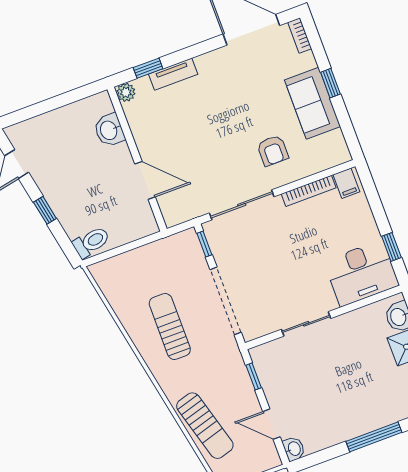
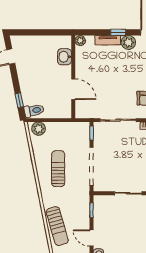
plant: (210, 65) -> (128, 42), added
window: (148, 68) -> (118, 32), moved
window: (45, 210) -> (19, 100), moved
plant: (111, 270) -> (39, 129), added

